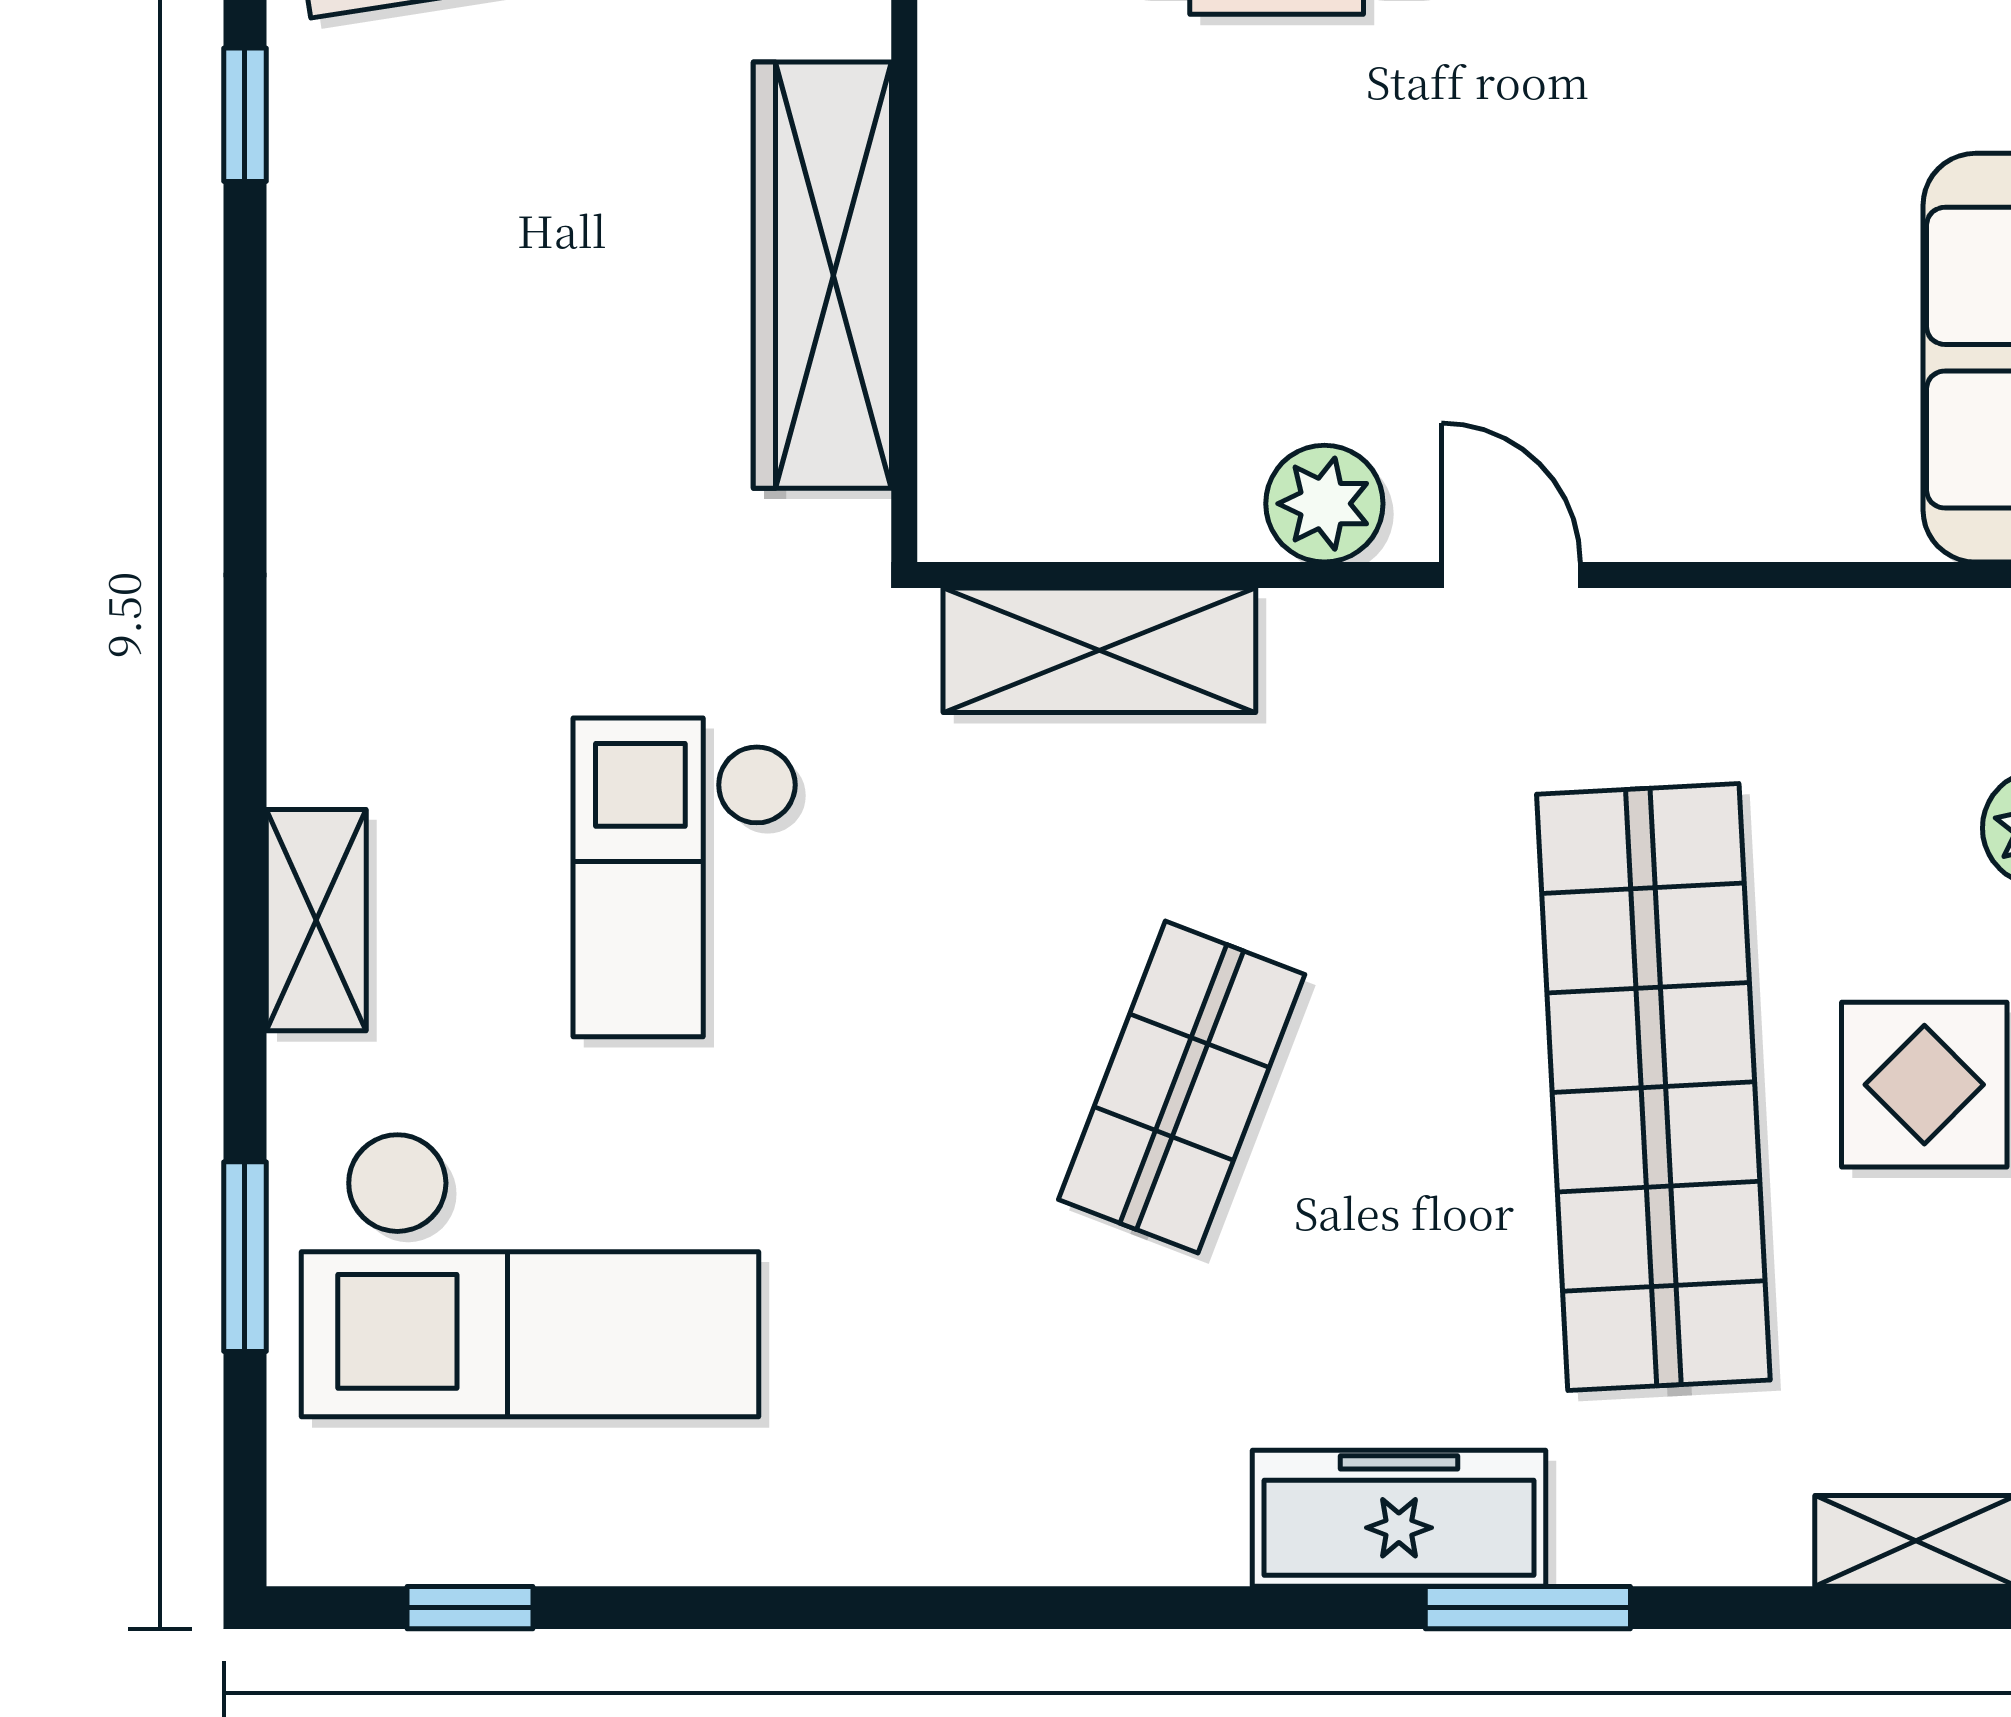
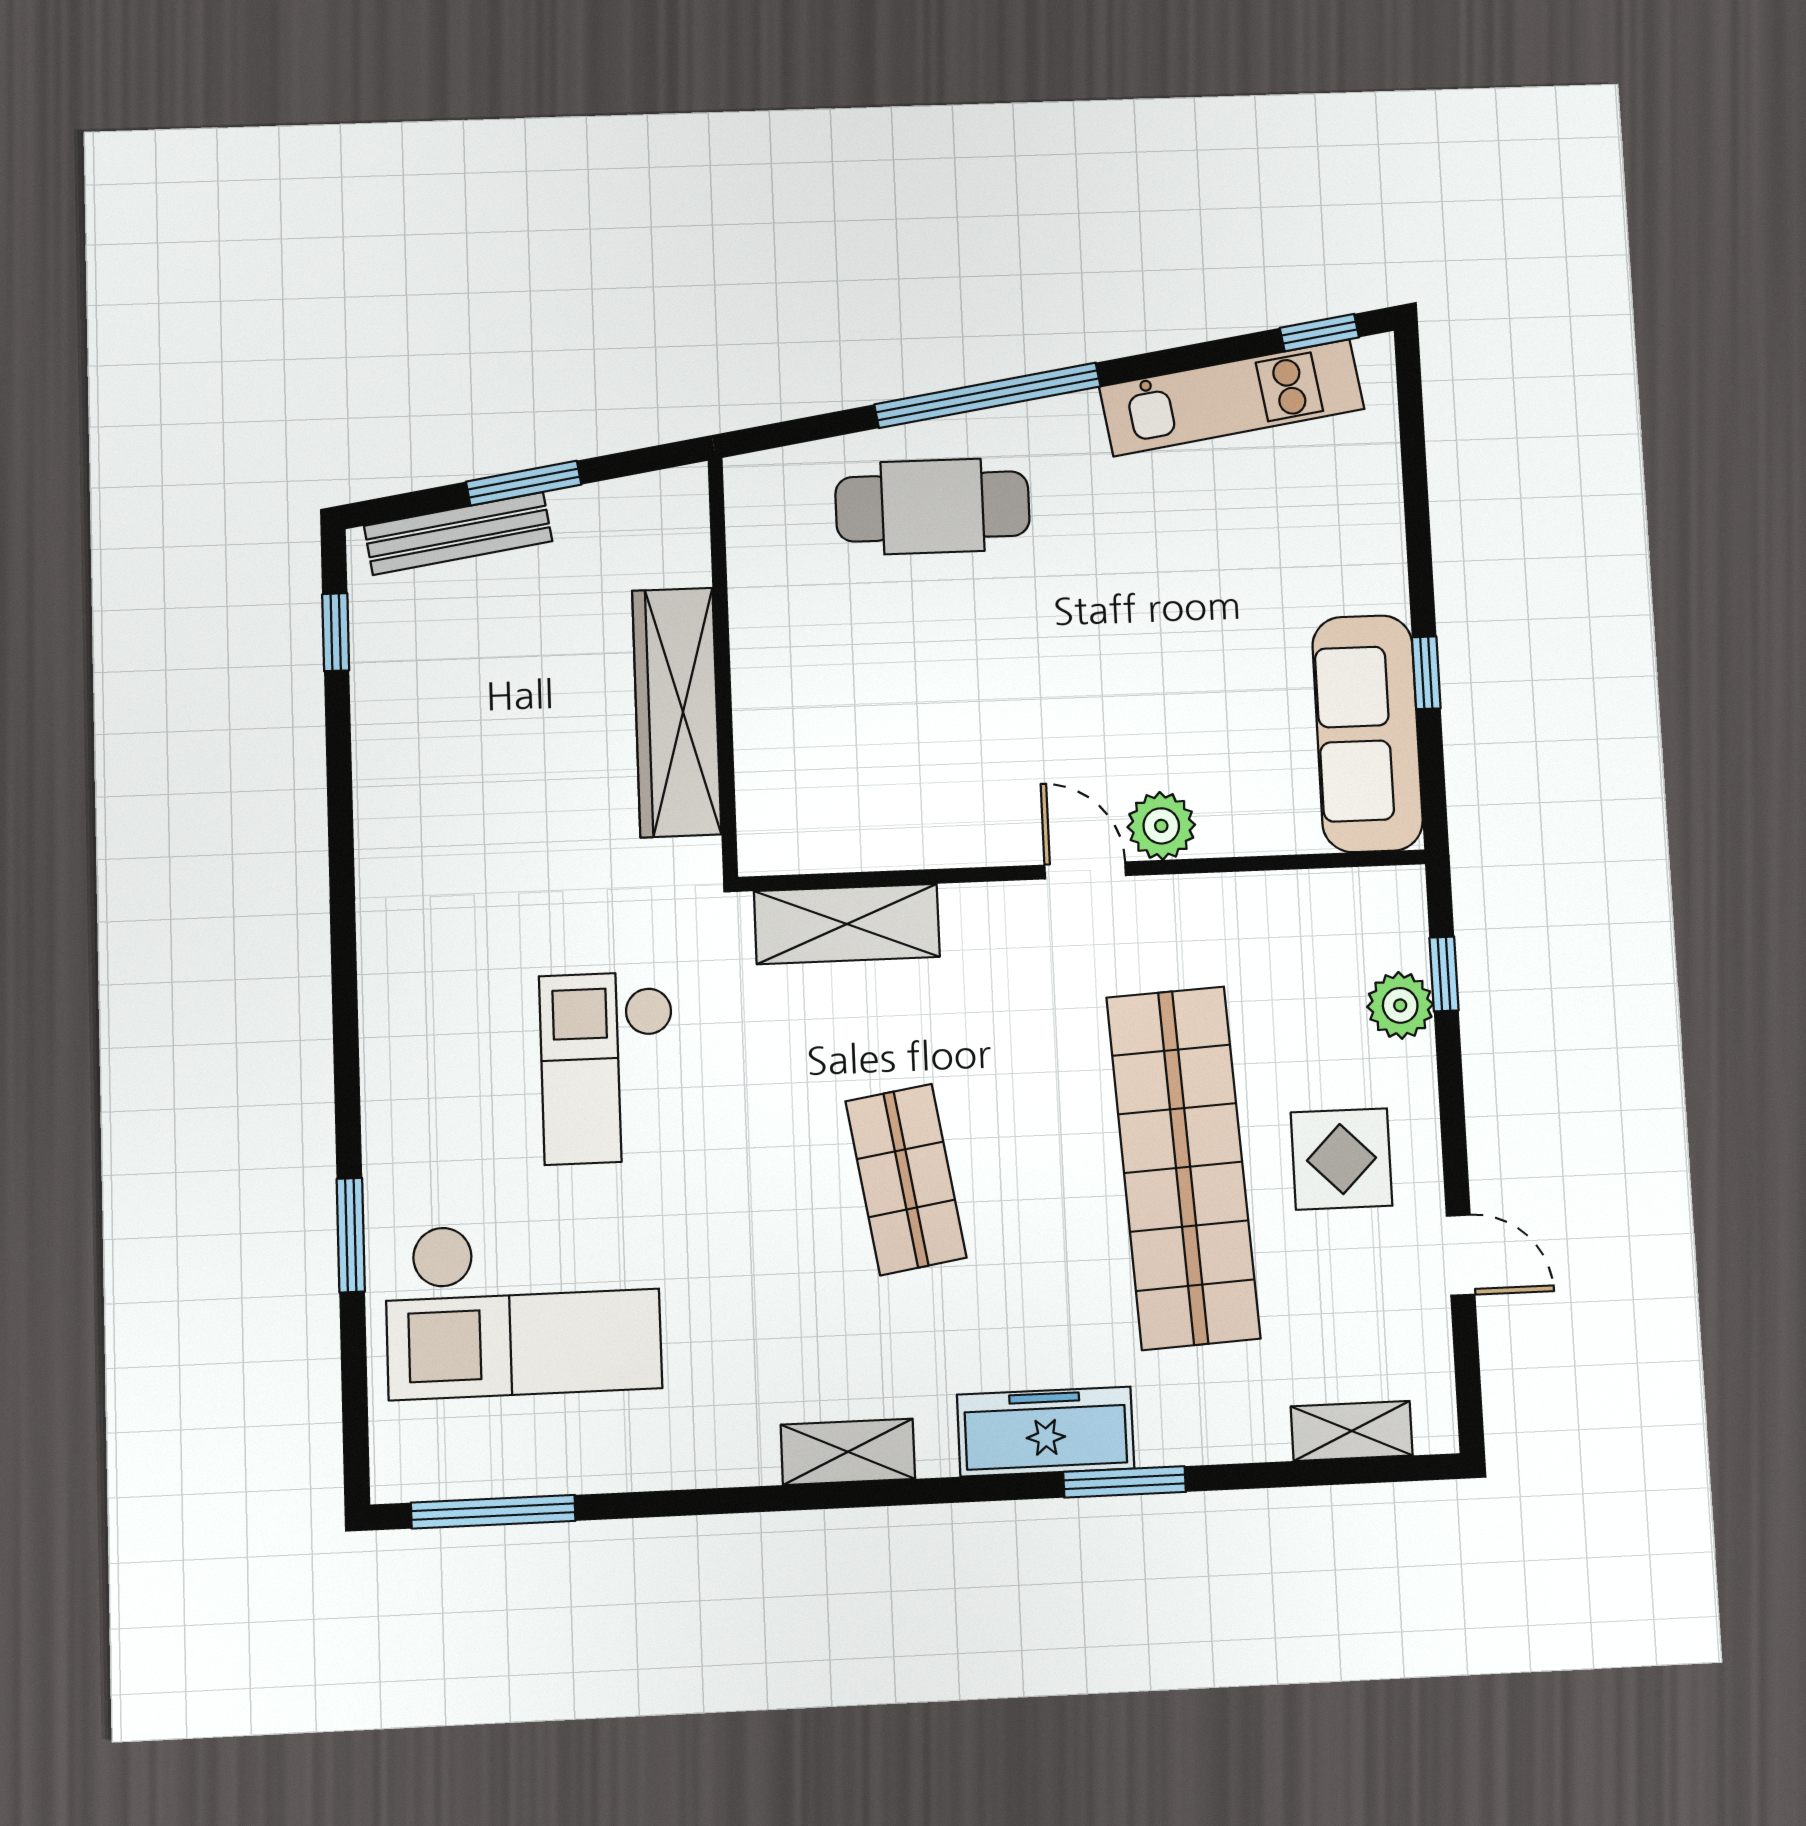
plant: (1324, 504) -> (1161, 826), moved
shelving: (316, 920) -> (848, 1452), moved, turned 90
shop shelf: (1182, 1087) -> (906, 1179), turned -30
window: (245, 1257) -> (351, 1235), moved
window: (470, 1608) -> (493, 1512), width x2.17

